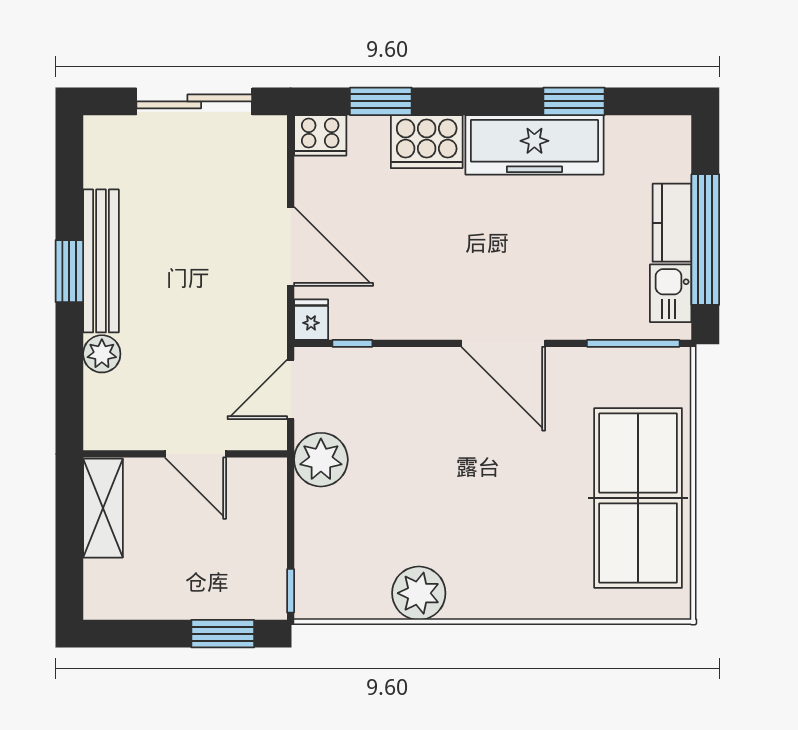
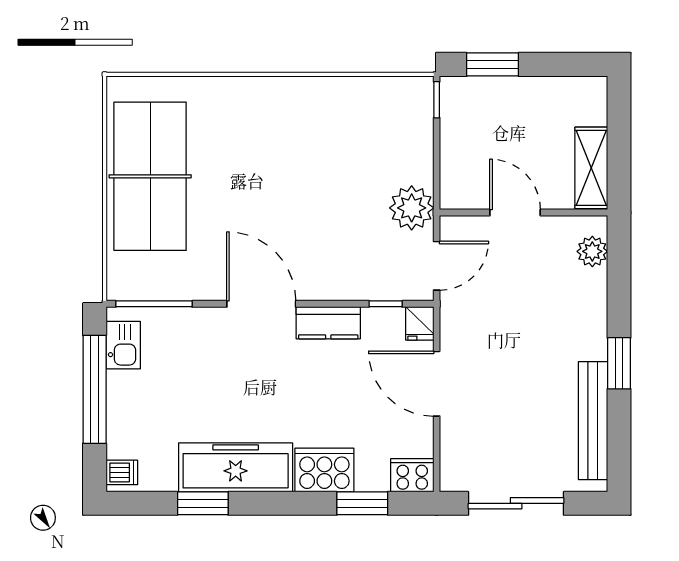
dishwasher: (672, 139) -> (122, 472), added
kitchen counter: (672, 223) -> (328, 323), moved, turned 90
bench: (101, 261) -> (593, 421), moved
plant: (102, 354) -> (592, 251), moved
plant: (419, 593) -> (331, 98), removed

